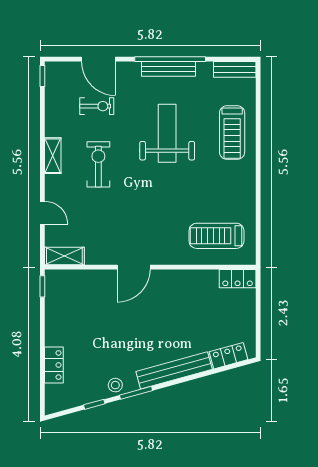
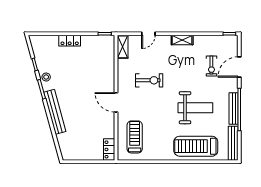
bench: (235, 69) -> (233, 143), width x1.36
treadmill: (232, 133) -> (196, 146), width x1.37, depth x1.38
exercise bike: (98, 164) -> (149, 80), moved
door: (134, 267) -> (116, 102), moved
locker: (228, 356) -> (64, 144), removed
locker: (54, 365) -> (70, 41), moved

